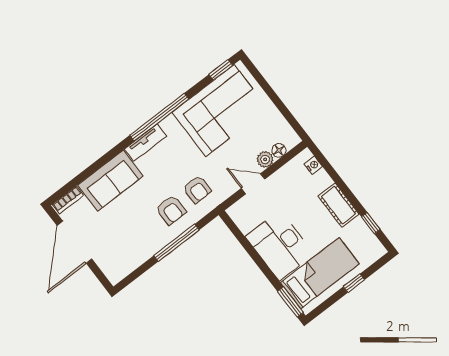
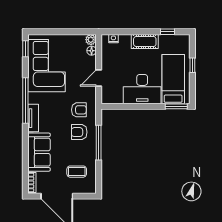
plant: (265, 159) -> (91, 40), moved
armchair: (171, 210) -> (79, 132), turned 180
coffee table: (122, 243) -> (77, 172), added

